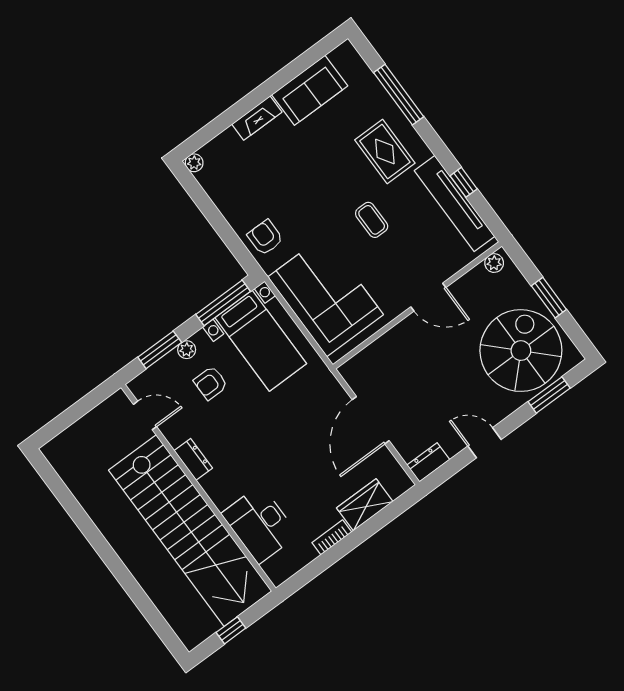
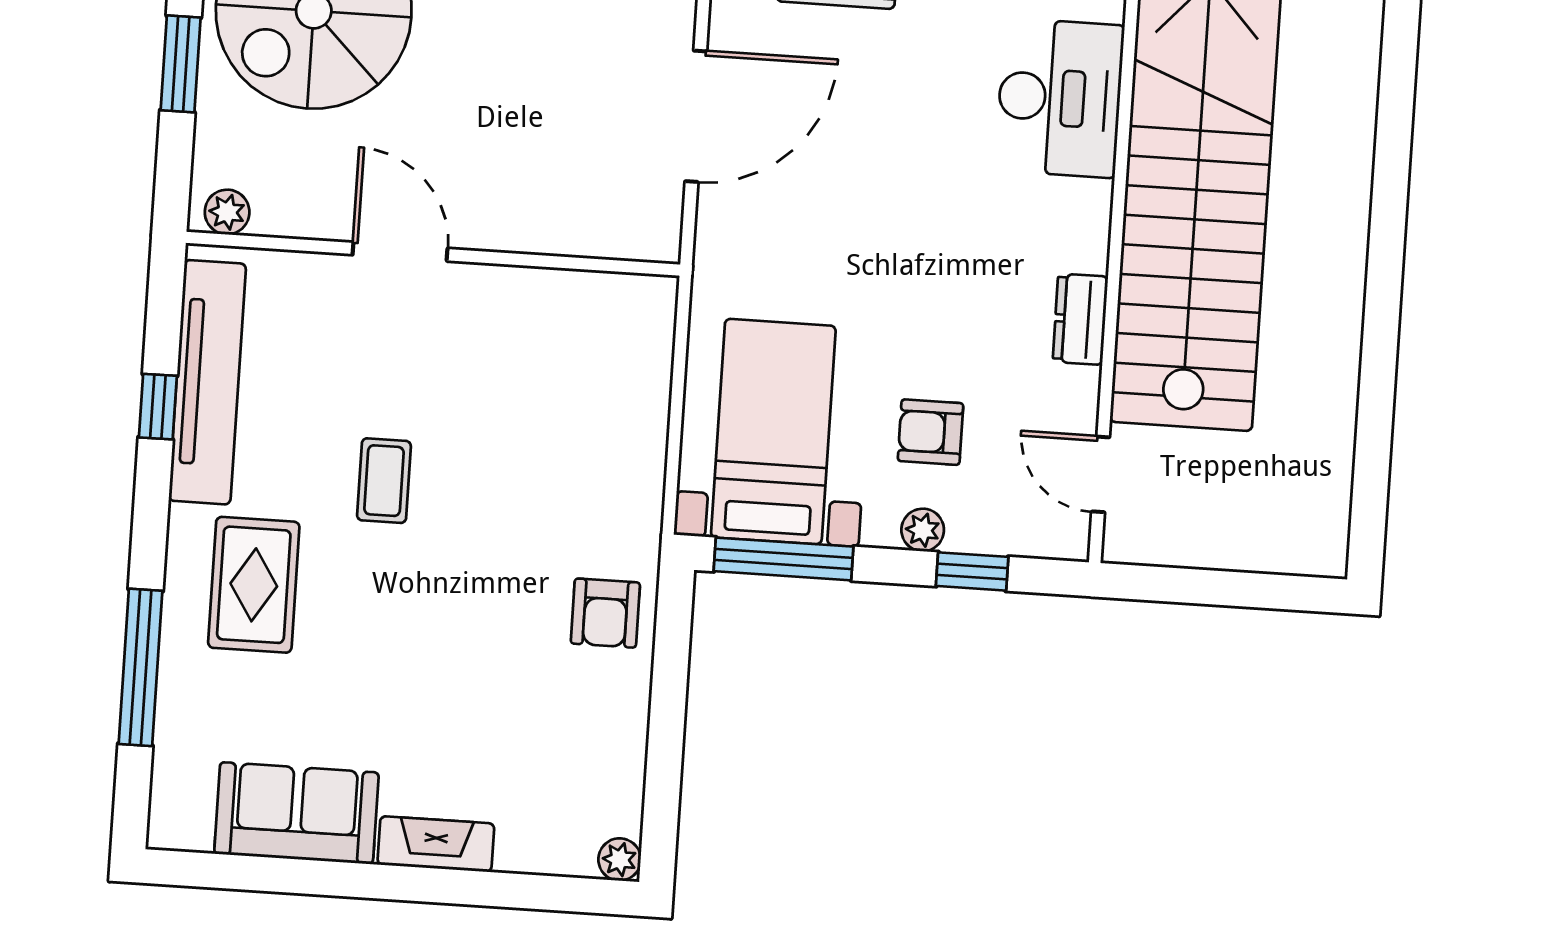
corner sofa: (326, 296) -> (585, 413), removed
window: (160, 350) -> (972, 571), width x0.67
armchair: (211, 383) -> (930, 432), turned 180

